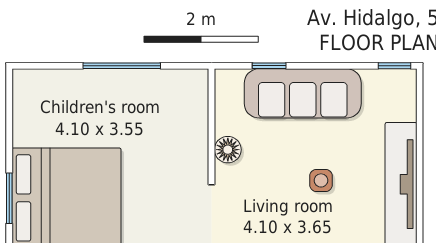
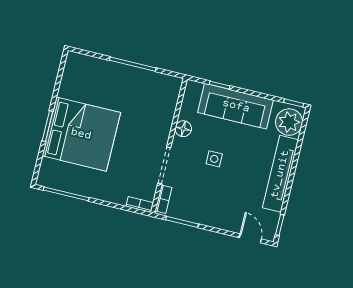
plant: (395, 98) -> (289, 122), added
side table: (321, 180) -> (214, 159), moved

